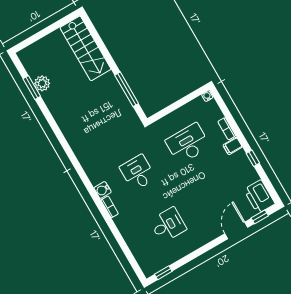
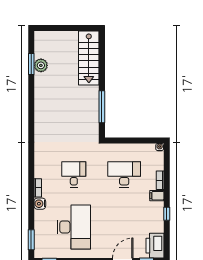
water cooler: (103, 190) -> (40, 204), moved
desk: (168, 225) -> (74, 227), width x1.87, depth x1.30
window: (133, 262) -> (31, 240), added

